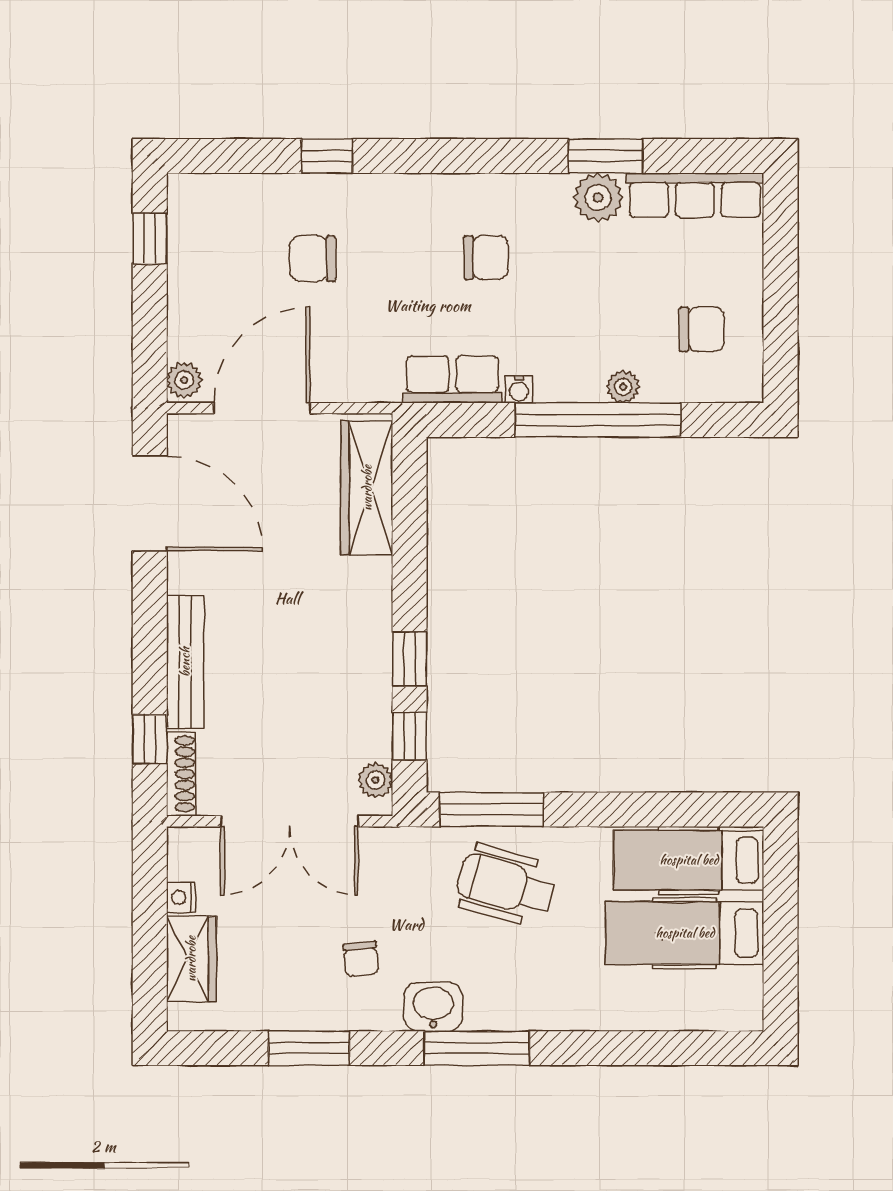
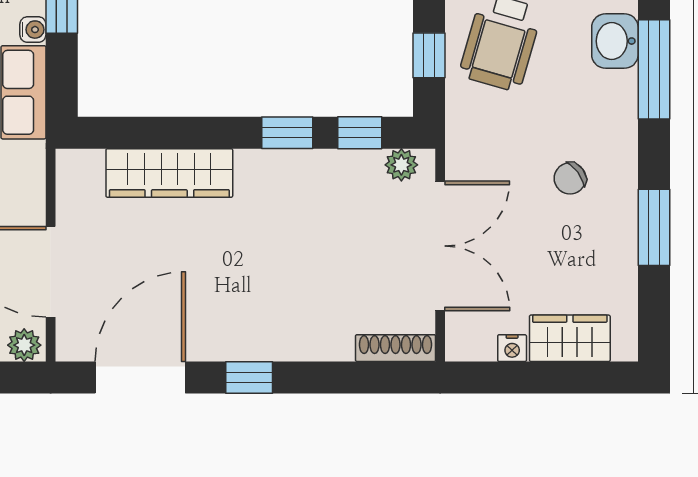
wardrobe: (367, 488) -> (169, 173), moved
bench: (185, 662) -> (290, 344), removed
window: (150, 739) -> (249, 378), moved
window: (492, 809) -> (429, 55), width x0.46
chair: (361, 959) -> (570, 178), turned 150
washbasin: (433, 1007) -> (615, 41), moved

